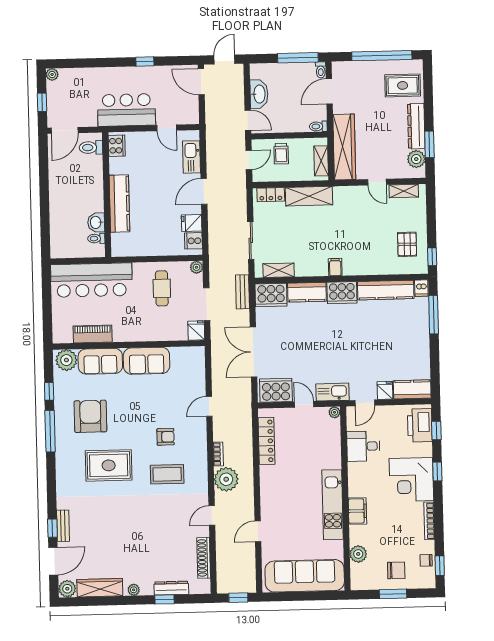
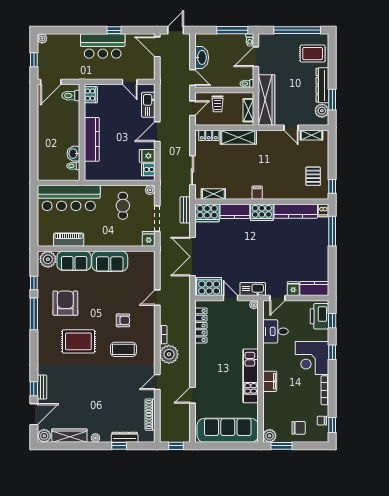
bar counter: (126, 110) -> (103, 46), moved, turned 180
plant: (358, 554) -> (270, 436), moved
window: (393, 594) -> (282, 446), moved

